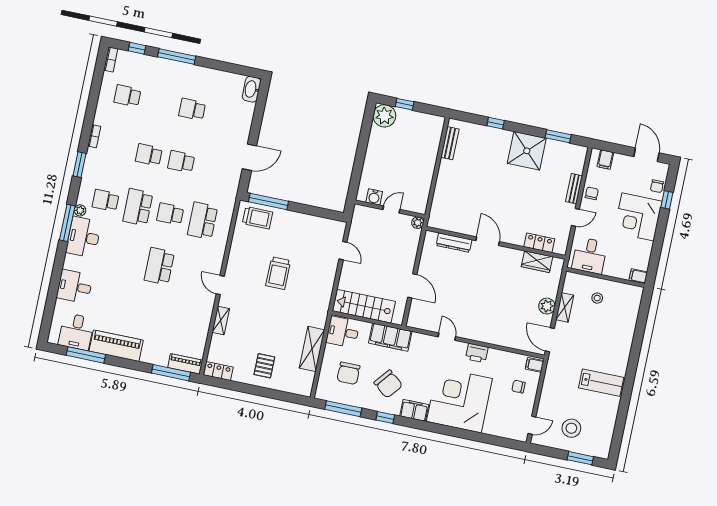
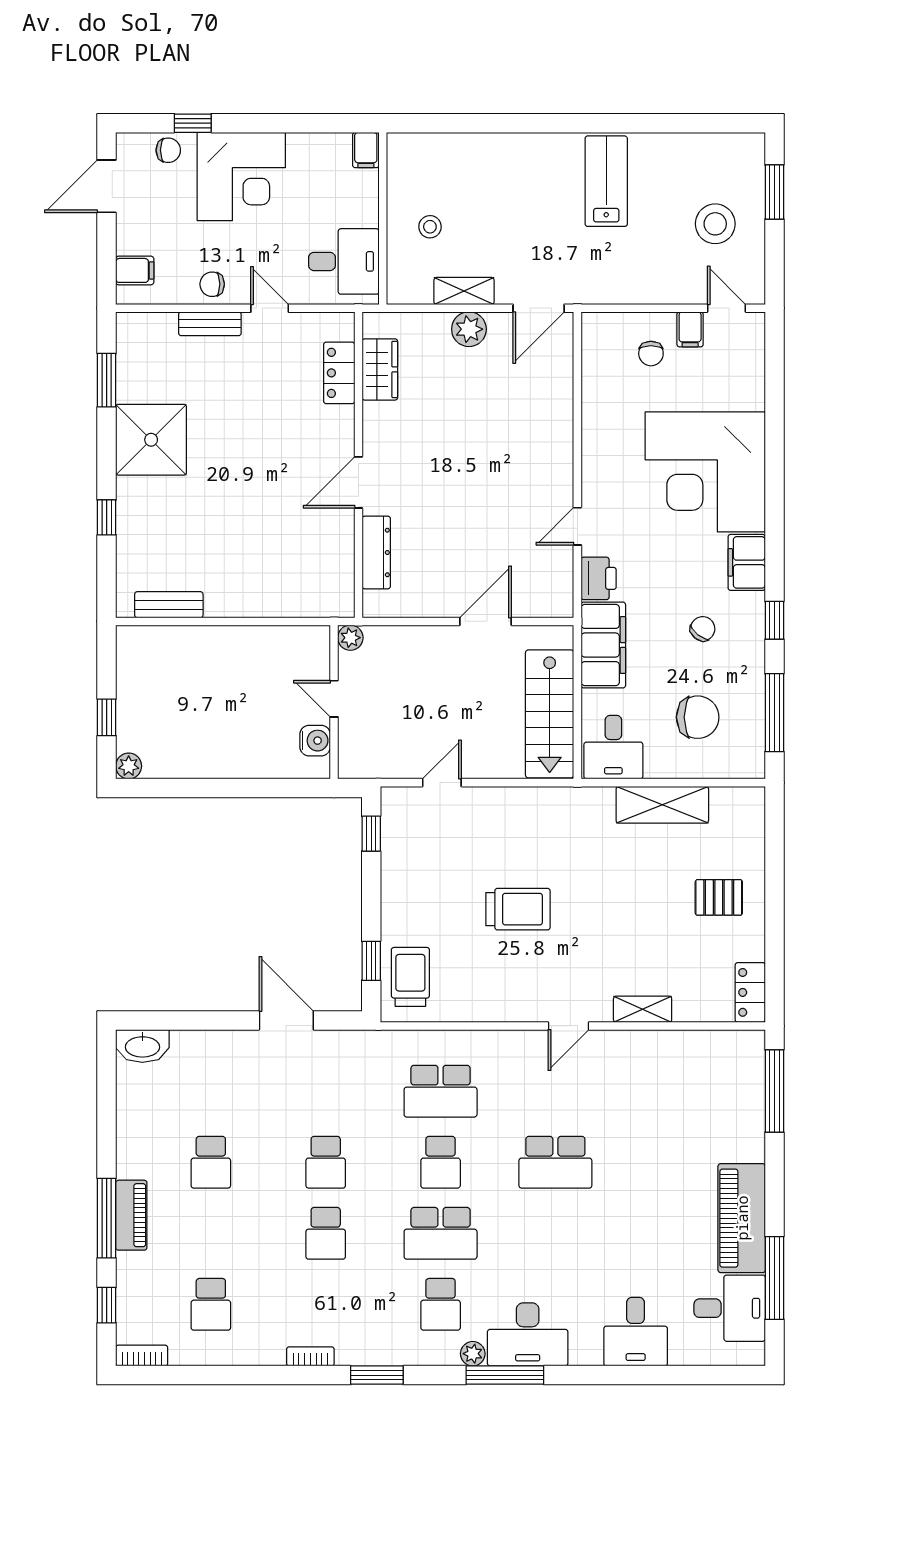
plant: (384, 116) -> (129, 766), width x0.53, depth x0.53
window: (269, 201) -> (371, 961), width x0.46
window: (326, 214) -> (371, 834), added
printer: (477, 353) -> (599, 578), moved
piano: (185, 364) -> (131, 1215), moved, turned 180
filing cabinet: (535, 365) -> (690, 329), moved
chair: (388, 384) -> (703, 629), width x0.54, depth x0.54

